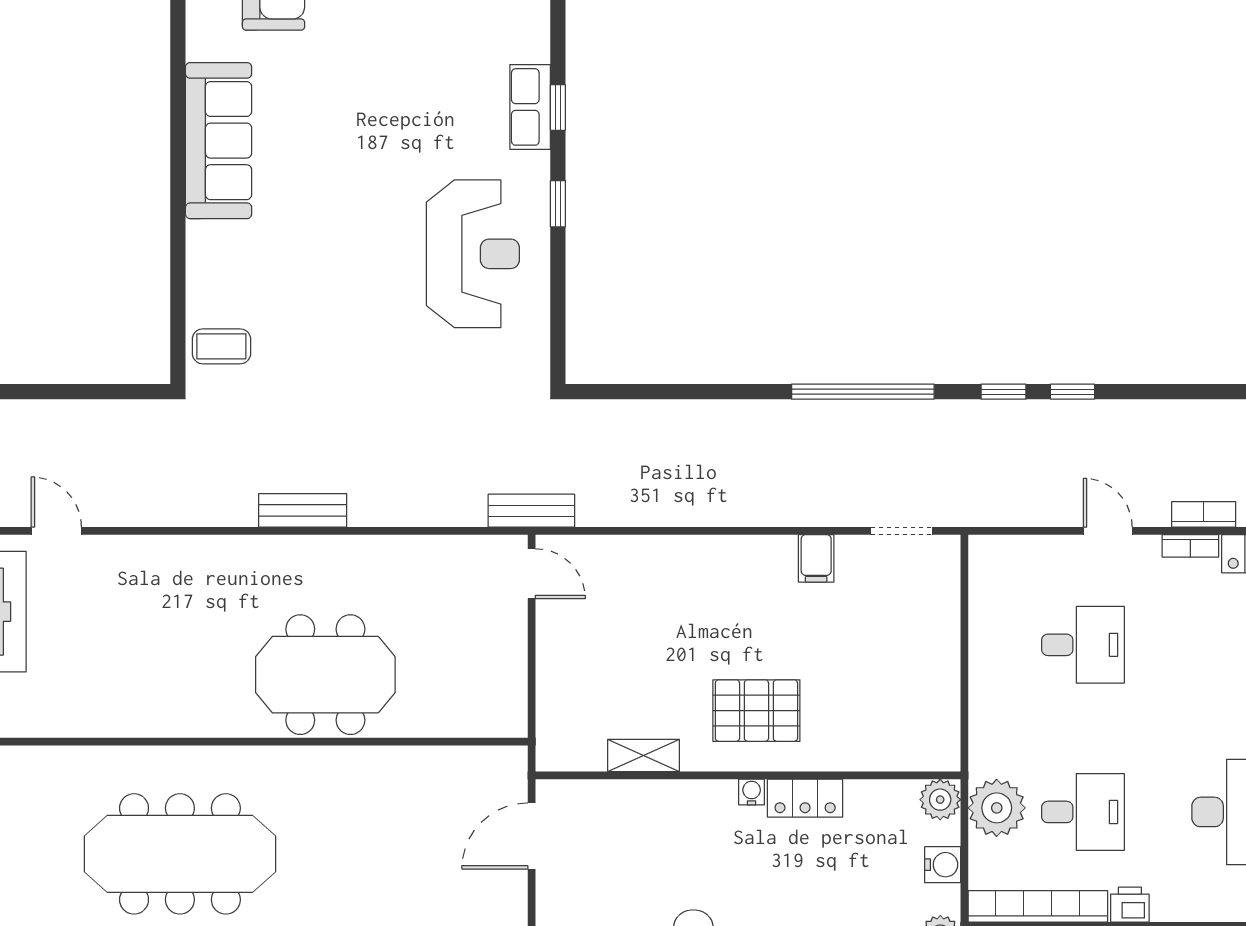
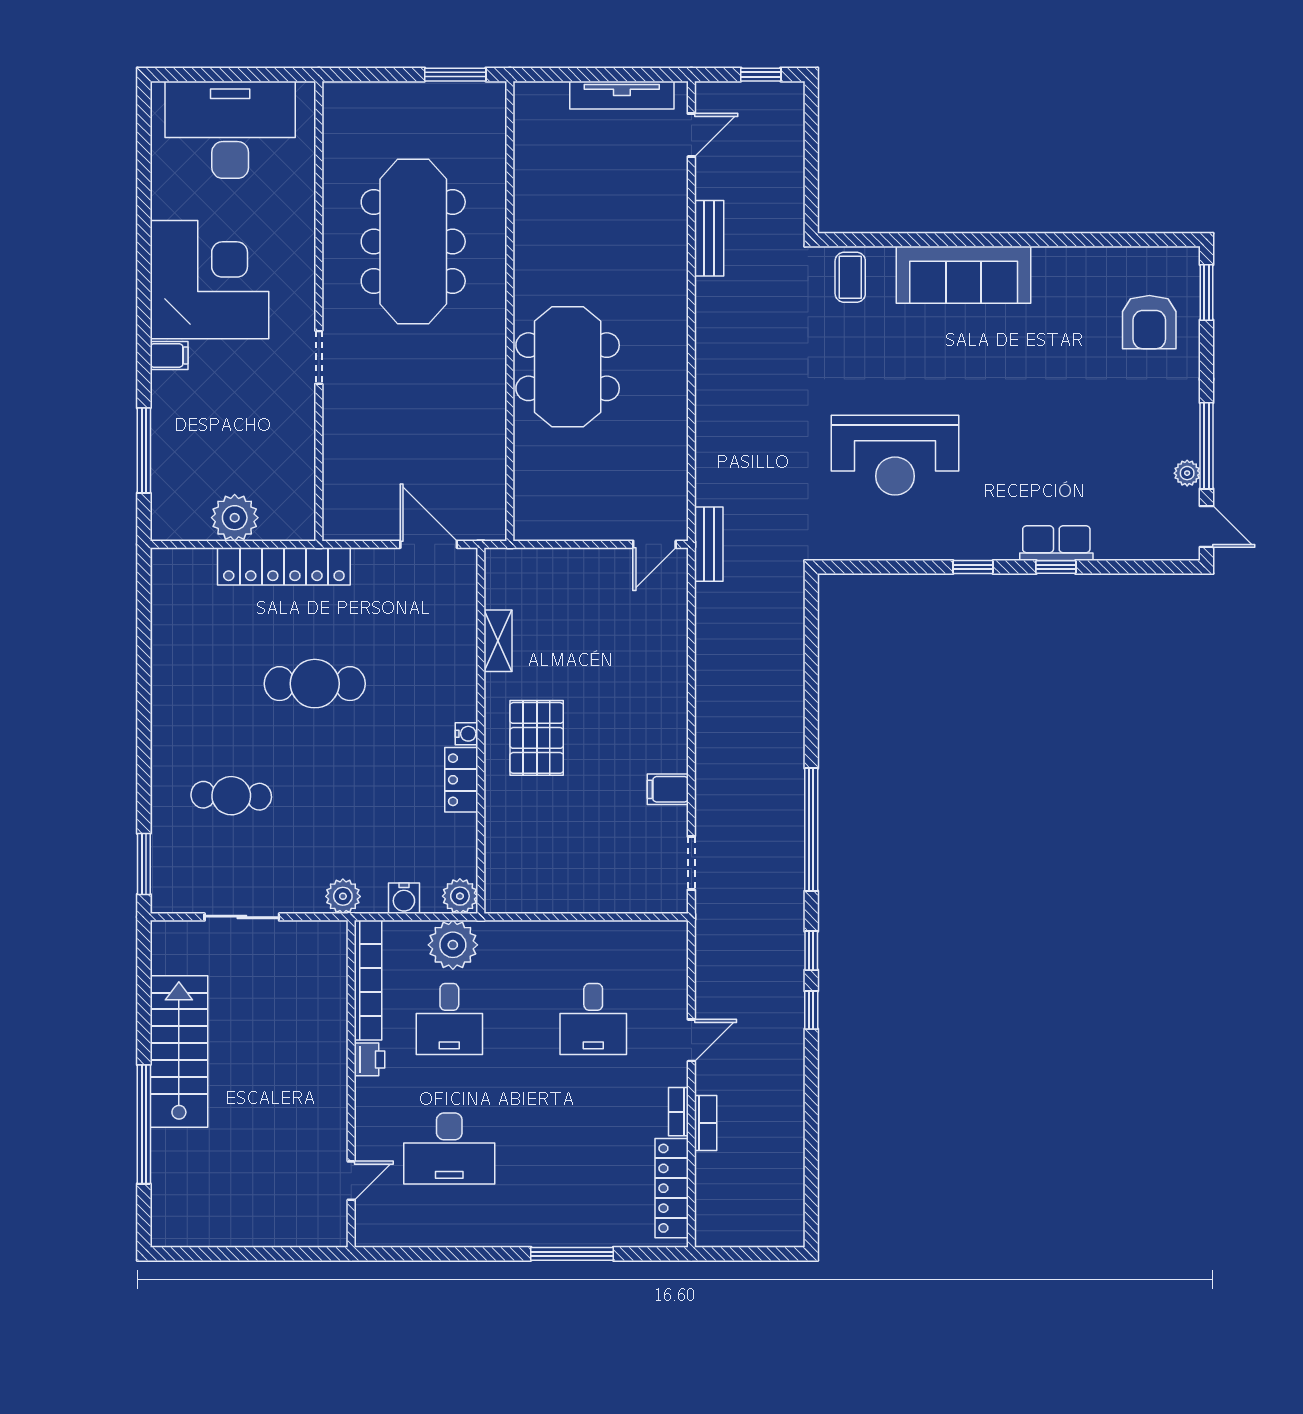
sofa: (219, 141) -> (964, 275), moved
reception desk: (473, 254) -> (895, 455), moved
bench: (303, 510) -> (709, 238), moved

